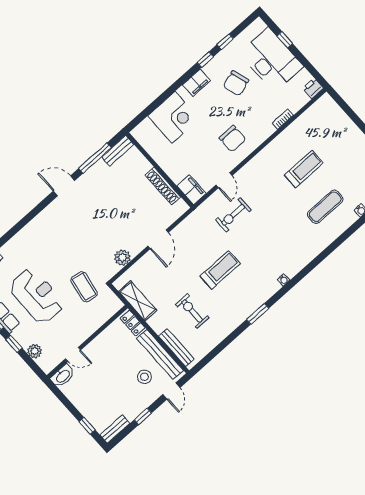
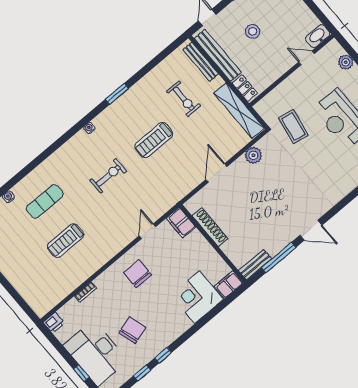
filing cabinet: (196, 83) -> (229, 285), moved
exercise bike: (233, 215) -> (108, 176), moved
shelving: (138, 301) -> (239, 111), width x1.47
stool: (144, 377) -> (253, 31), moved

